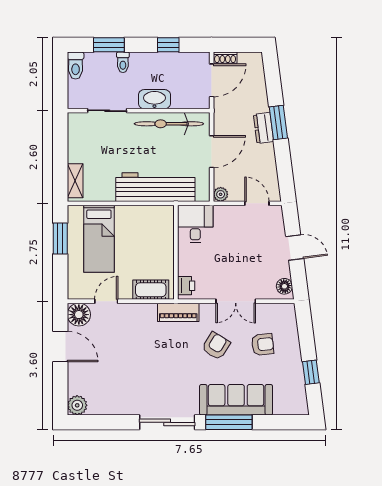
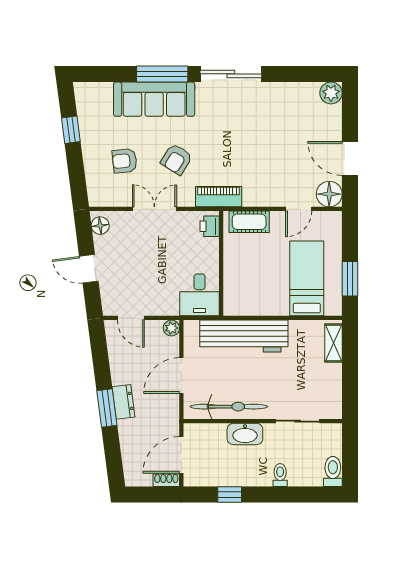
window: (109, 45) -> (296, 495), removed

